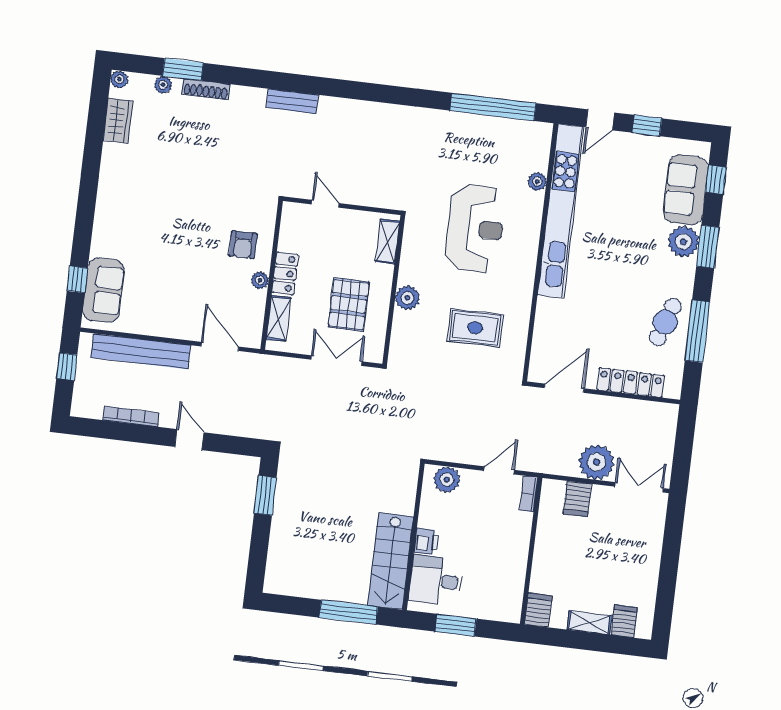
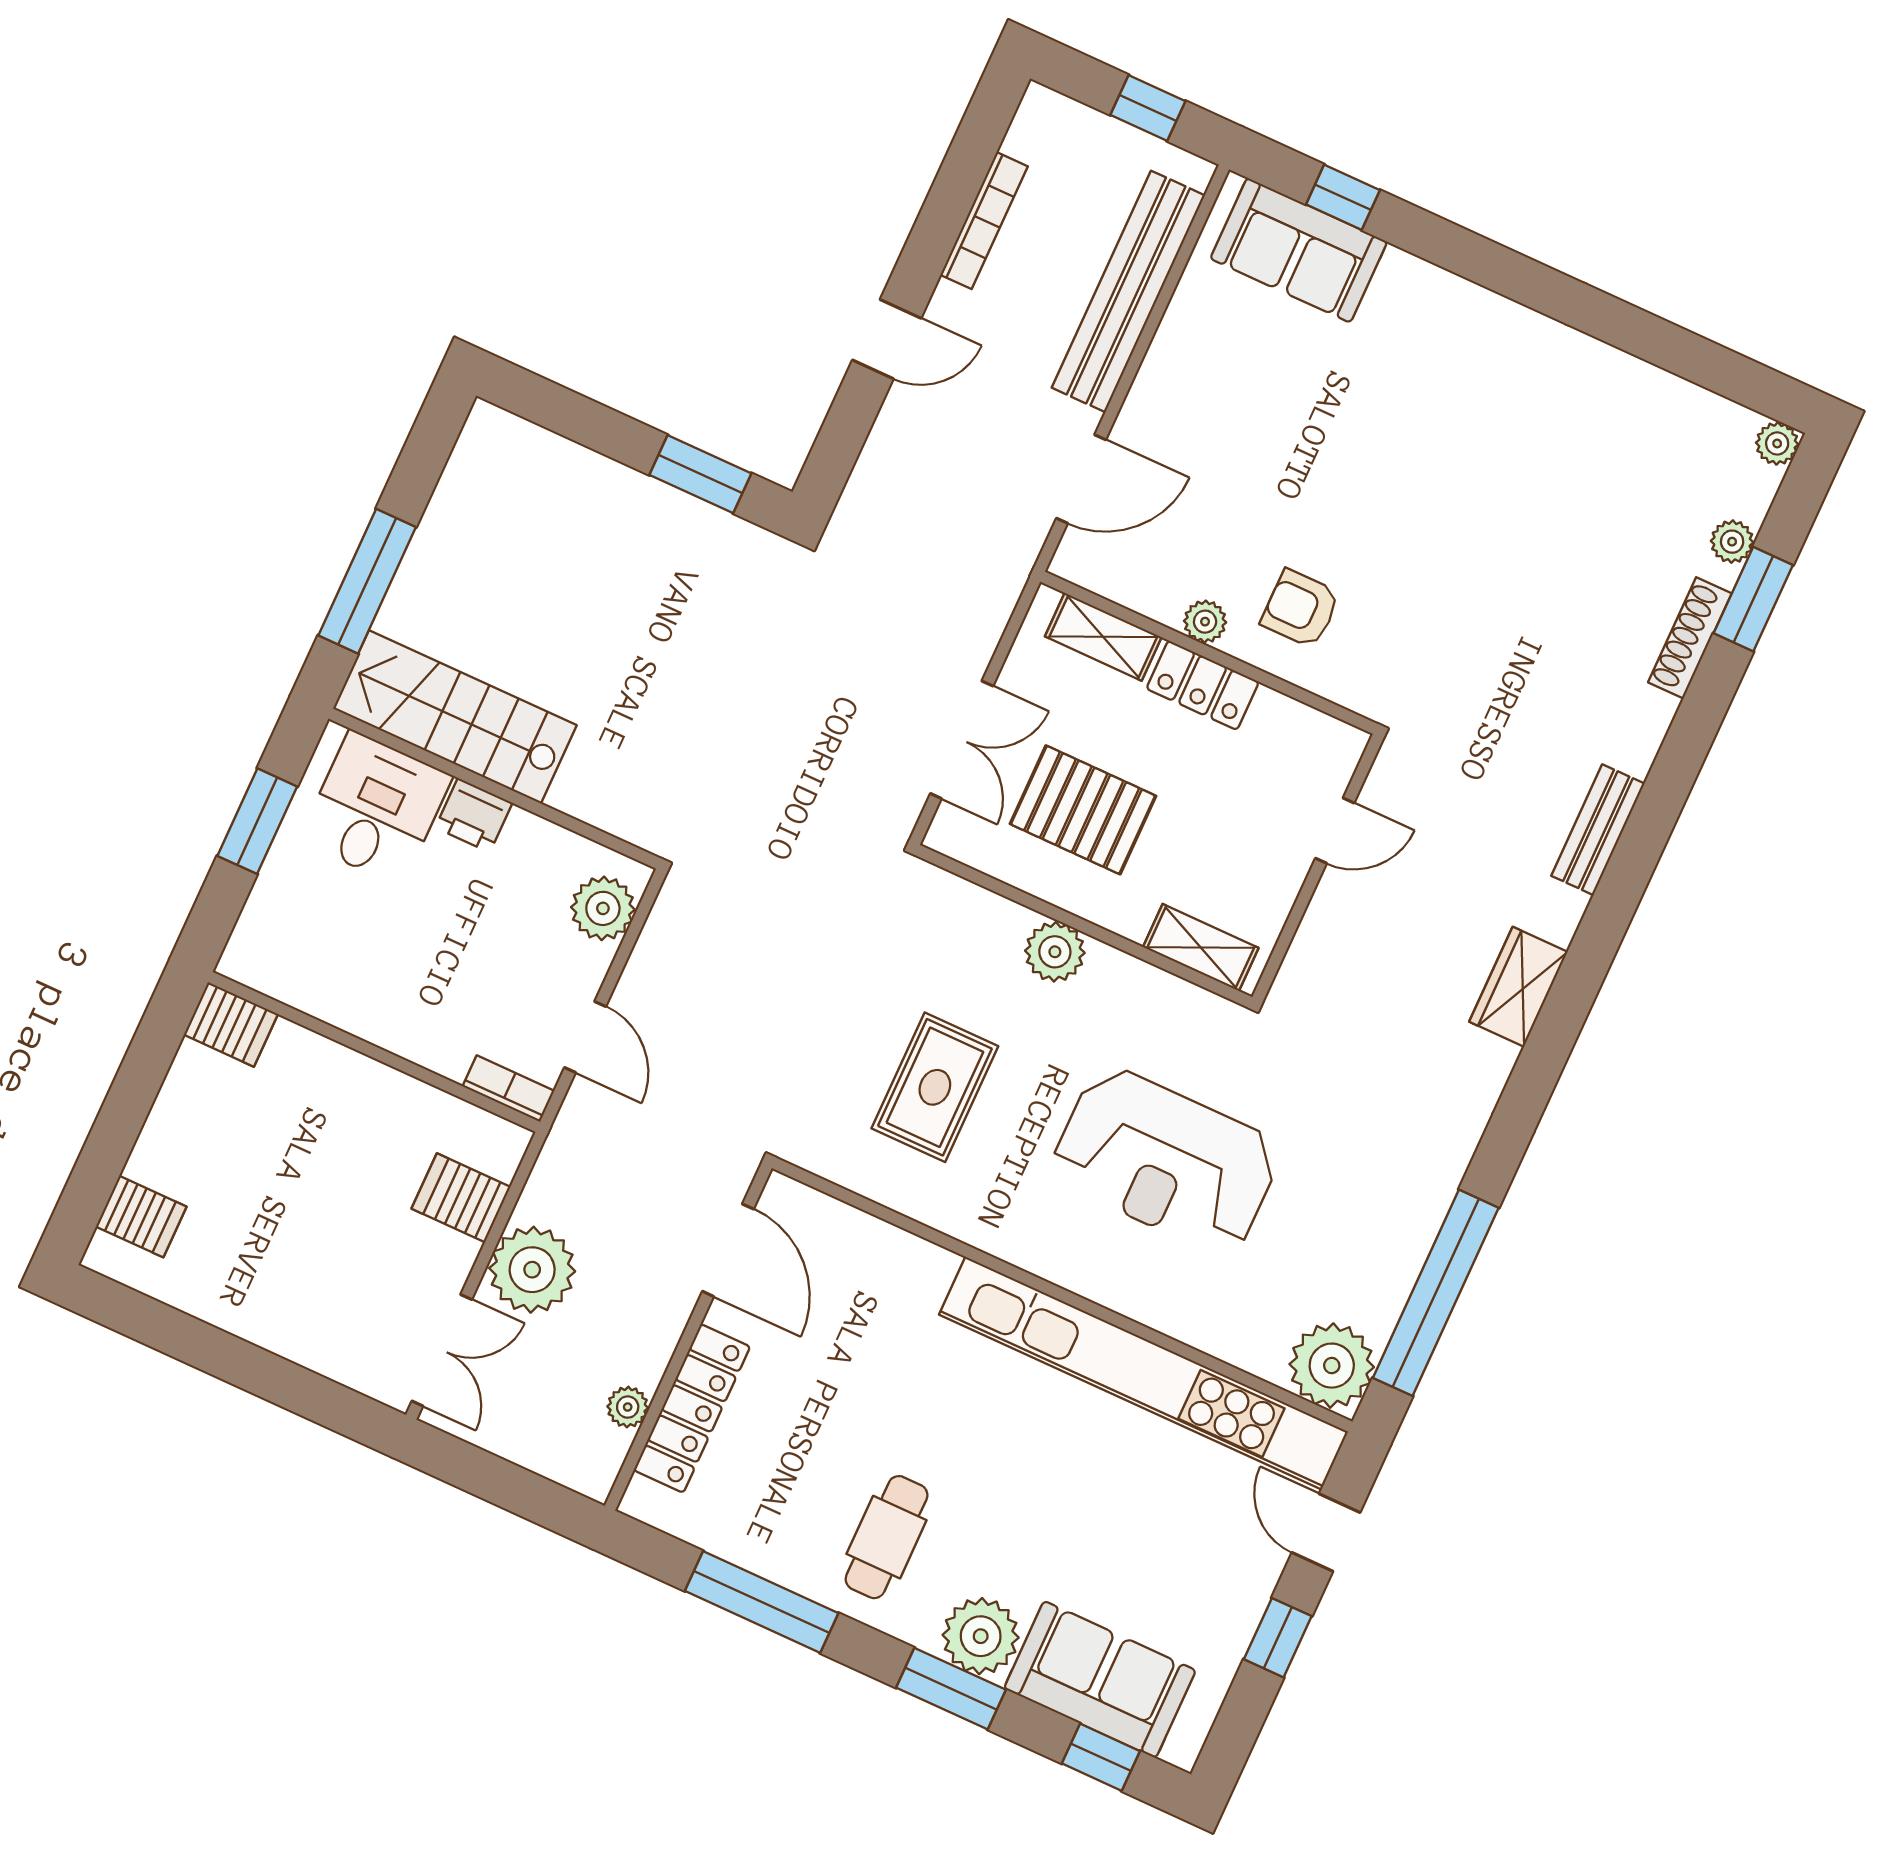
wardrobe: (118, 120) -> (1518, 987), moved, turned 90
plant: (537, 181) -> (1332, 1366), moved, width x1.88, depth x1.88
cafe table: (665, 322) -> (887, 1537), moved, turned 71
plant: (638, 408) -> (628, 1407), added
shelving: (589, 623) -> (164, 1134), removed

